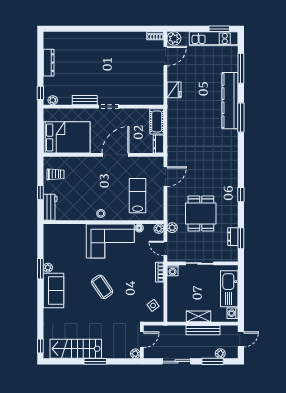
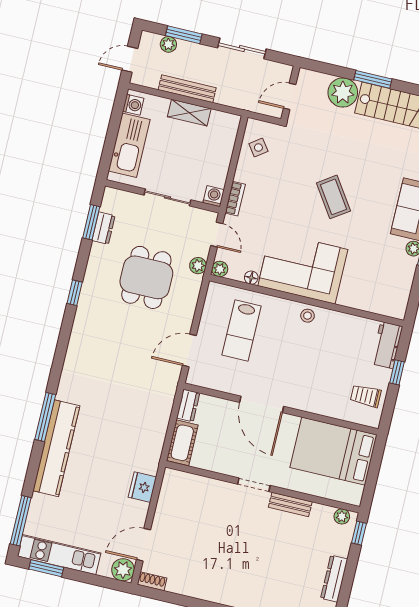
window: (241, 68) -> (21, 521), moved
door: (115, 155) -> (262, 404), hinge flipped
plant: (135, 354) -> (343, 92), moved, width x1.88, depth x1.88

